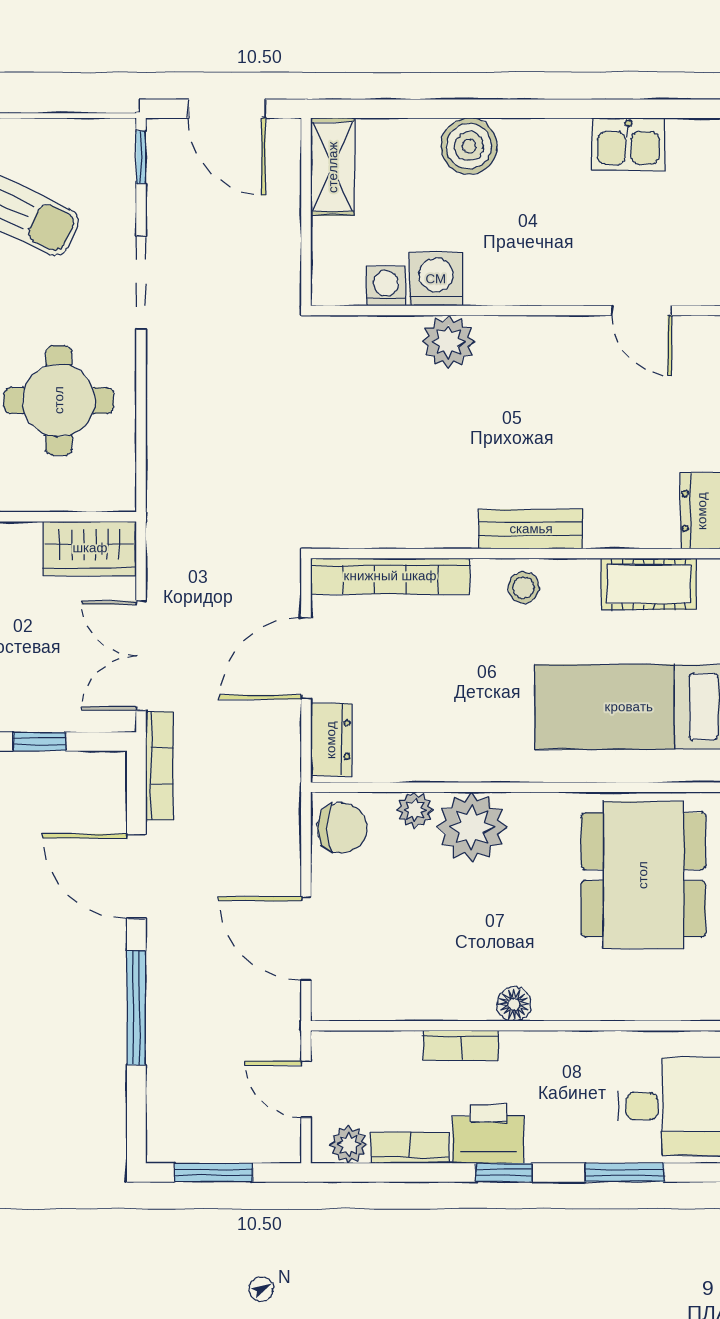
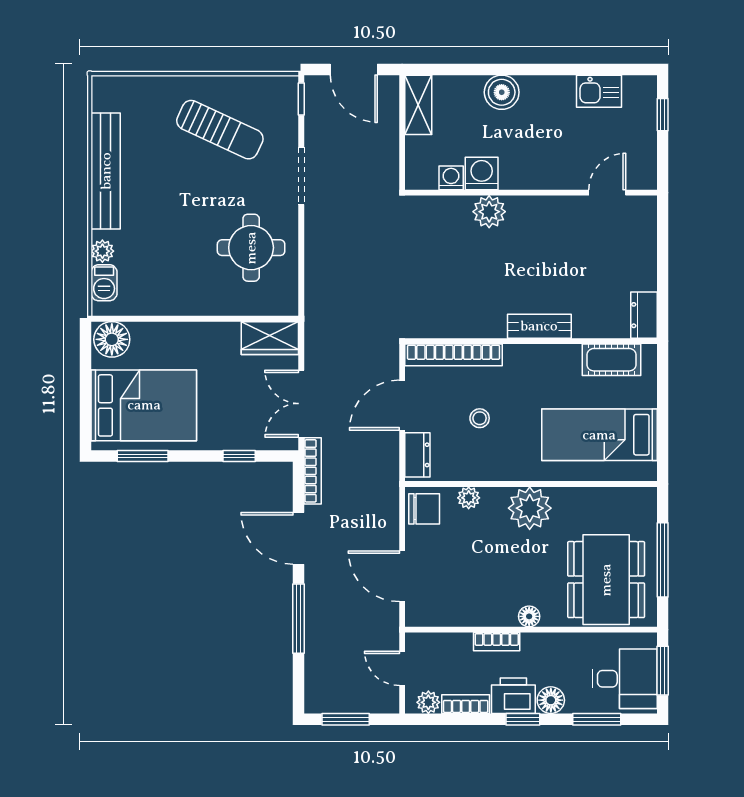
door: (642, 310) -> (607, 193), swing flipped
stool: (524, 587) -> (480, 418), moved
plant: (472, 827) -> (530, 508), moved
dining table: (643, 875) -> (606, 580), moved
floor lamp: (549, 1141) -> (551, 700), added

